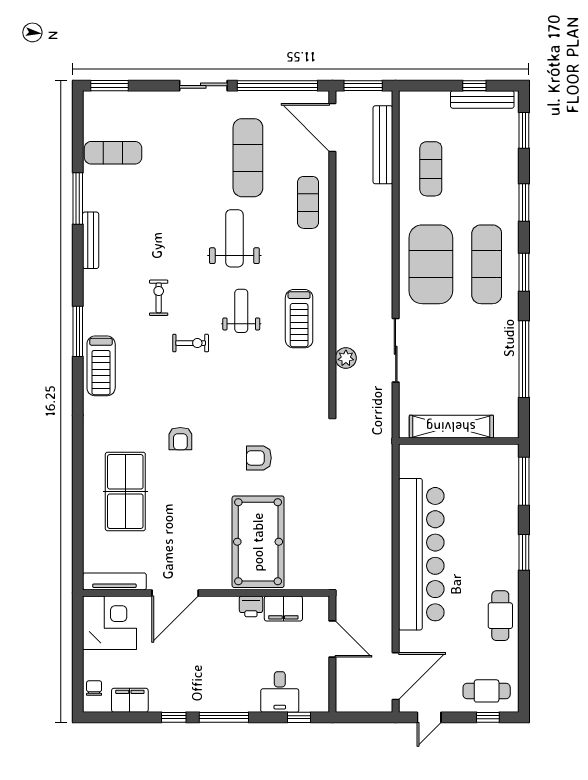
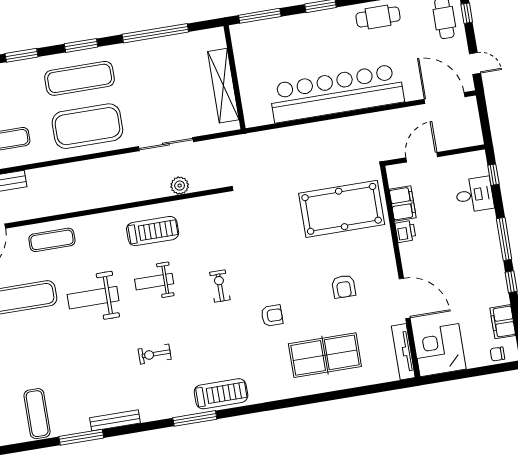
exercise bike: (191, 343) -> (220, 286), moved
armchair: (259, 458) -> (344, 287), moved
pool table: (258, 542) -> (342, 209), moved

